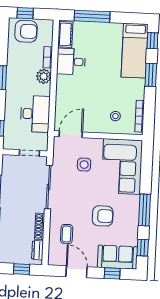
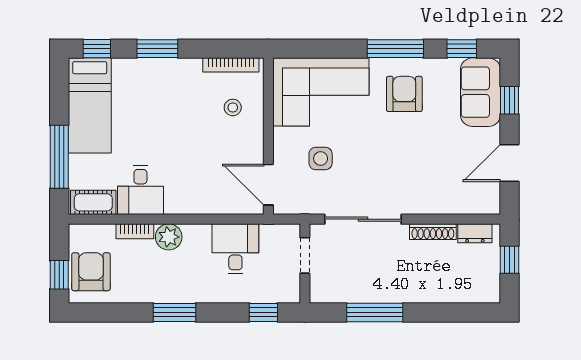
bed: (135, 51) -> (90, 105), moved, turned 90
desk: (35, 114) -> (235, 249), width x0.73
armchair: (103, 216) -> (404, 94), moved
coffee table: (67, 234) -> (444, 184), removed

